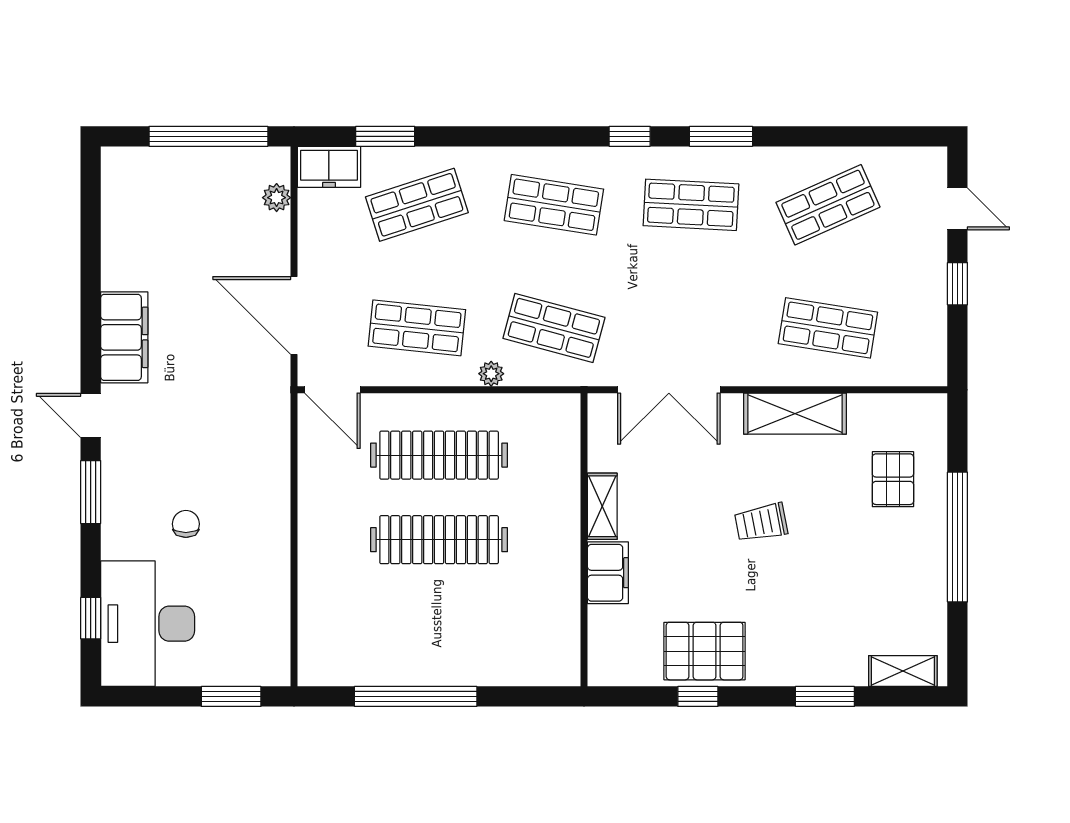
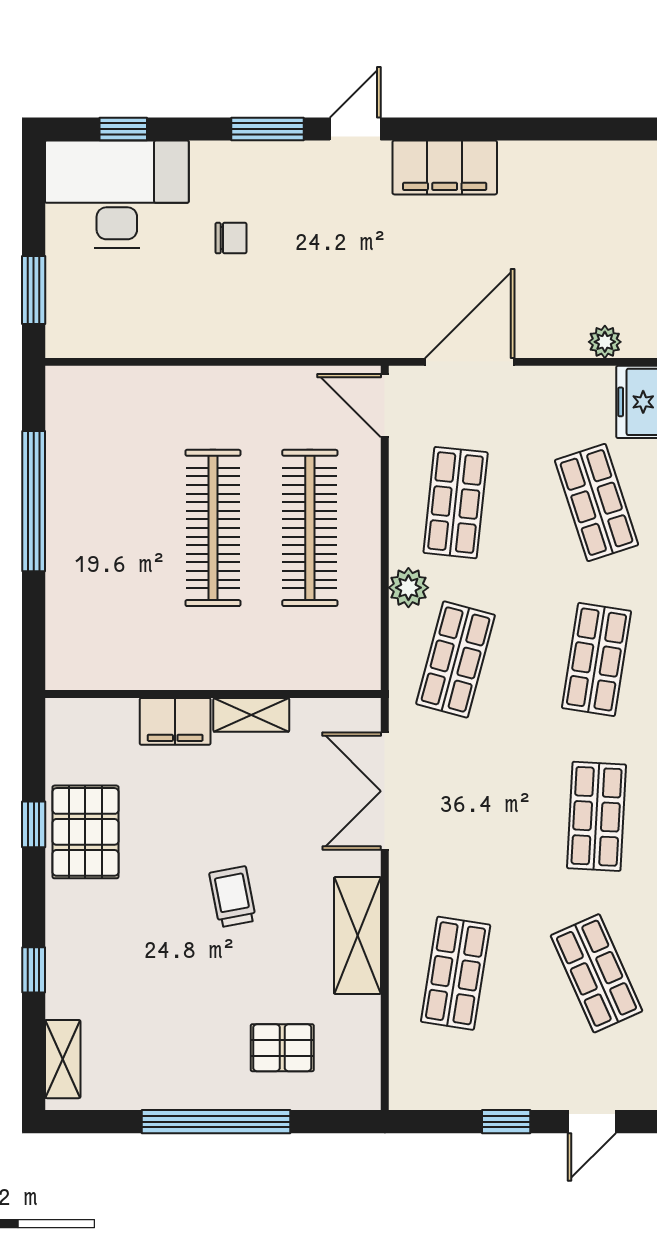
plant: (491, 374) -> (408, 588), width x1.38, depth x1.38
door: (332, 390) -> (385, 406), hinge flipped
window: (825, 696) -> (34, 970), width x0.67

